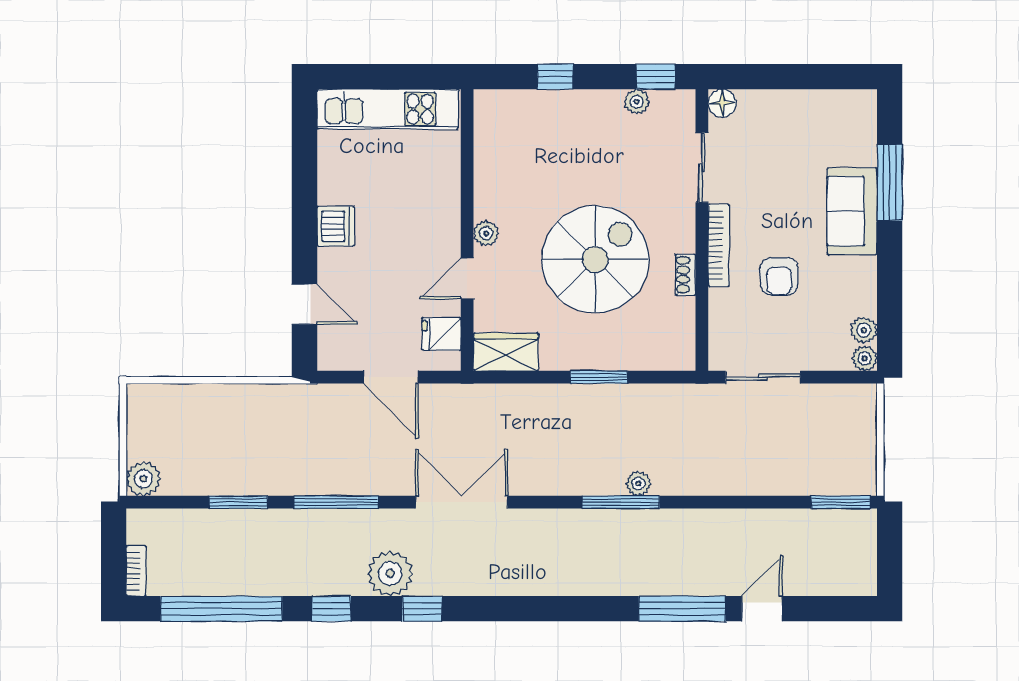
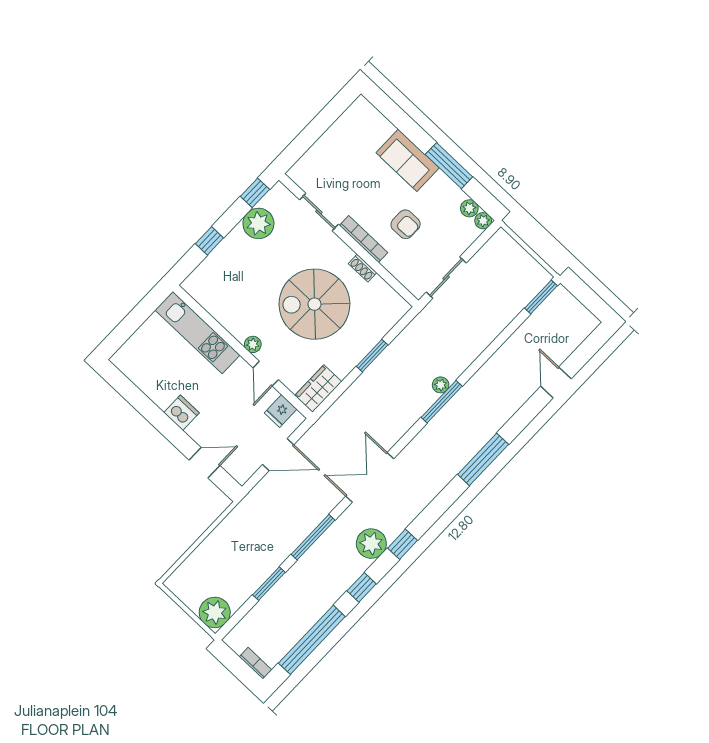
plant: (637, 102) -> (258, 223), width x1.88, depth x1.88
floor lamp: (722, 103) -> (297, 173), removed
kitchen unit: (388, 109) -> (197, 333), moved, turned 90
window: (890, 182) -> (449, 166), moved
spiral stairs: (595, 259) -> (314, 304), turned -90
plant: (143, 479) -> (215, 612), width x1.36, depth x1.36
window: (682, 609) -> (483, 459), moved

